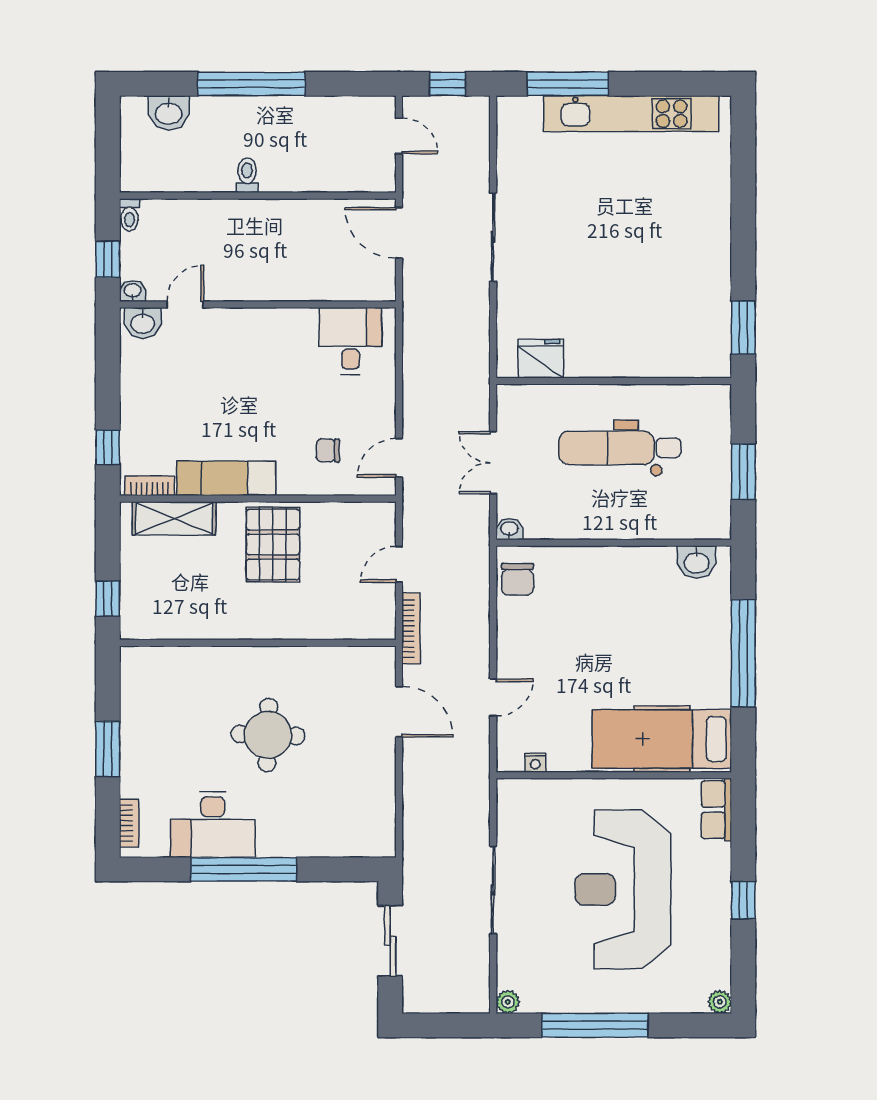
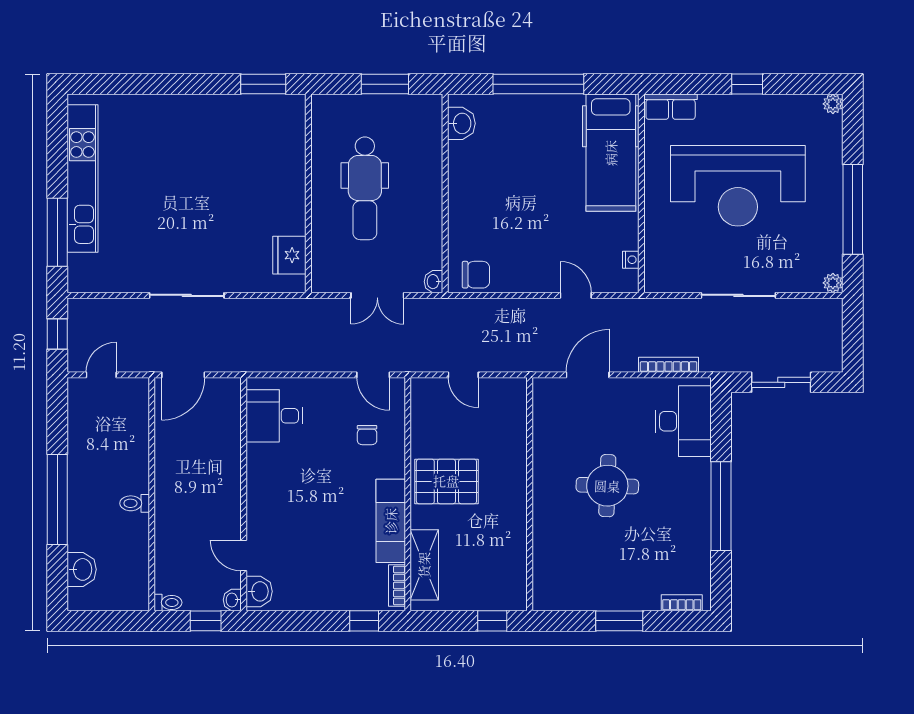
bookcase: (411, 628) -> (669, 365), moved
desk: (213, 825) -> (683, 421), moved

